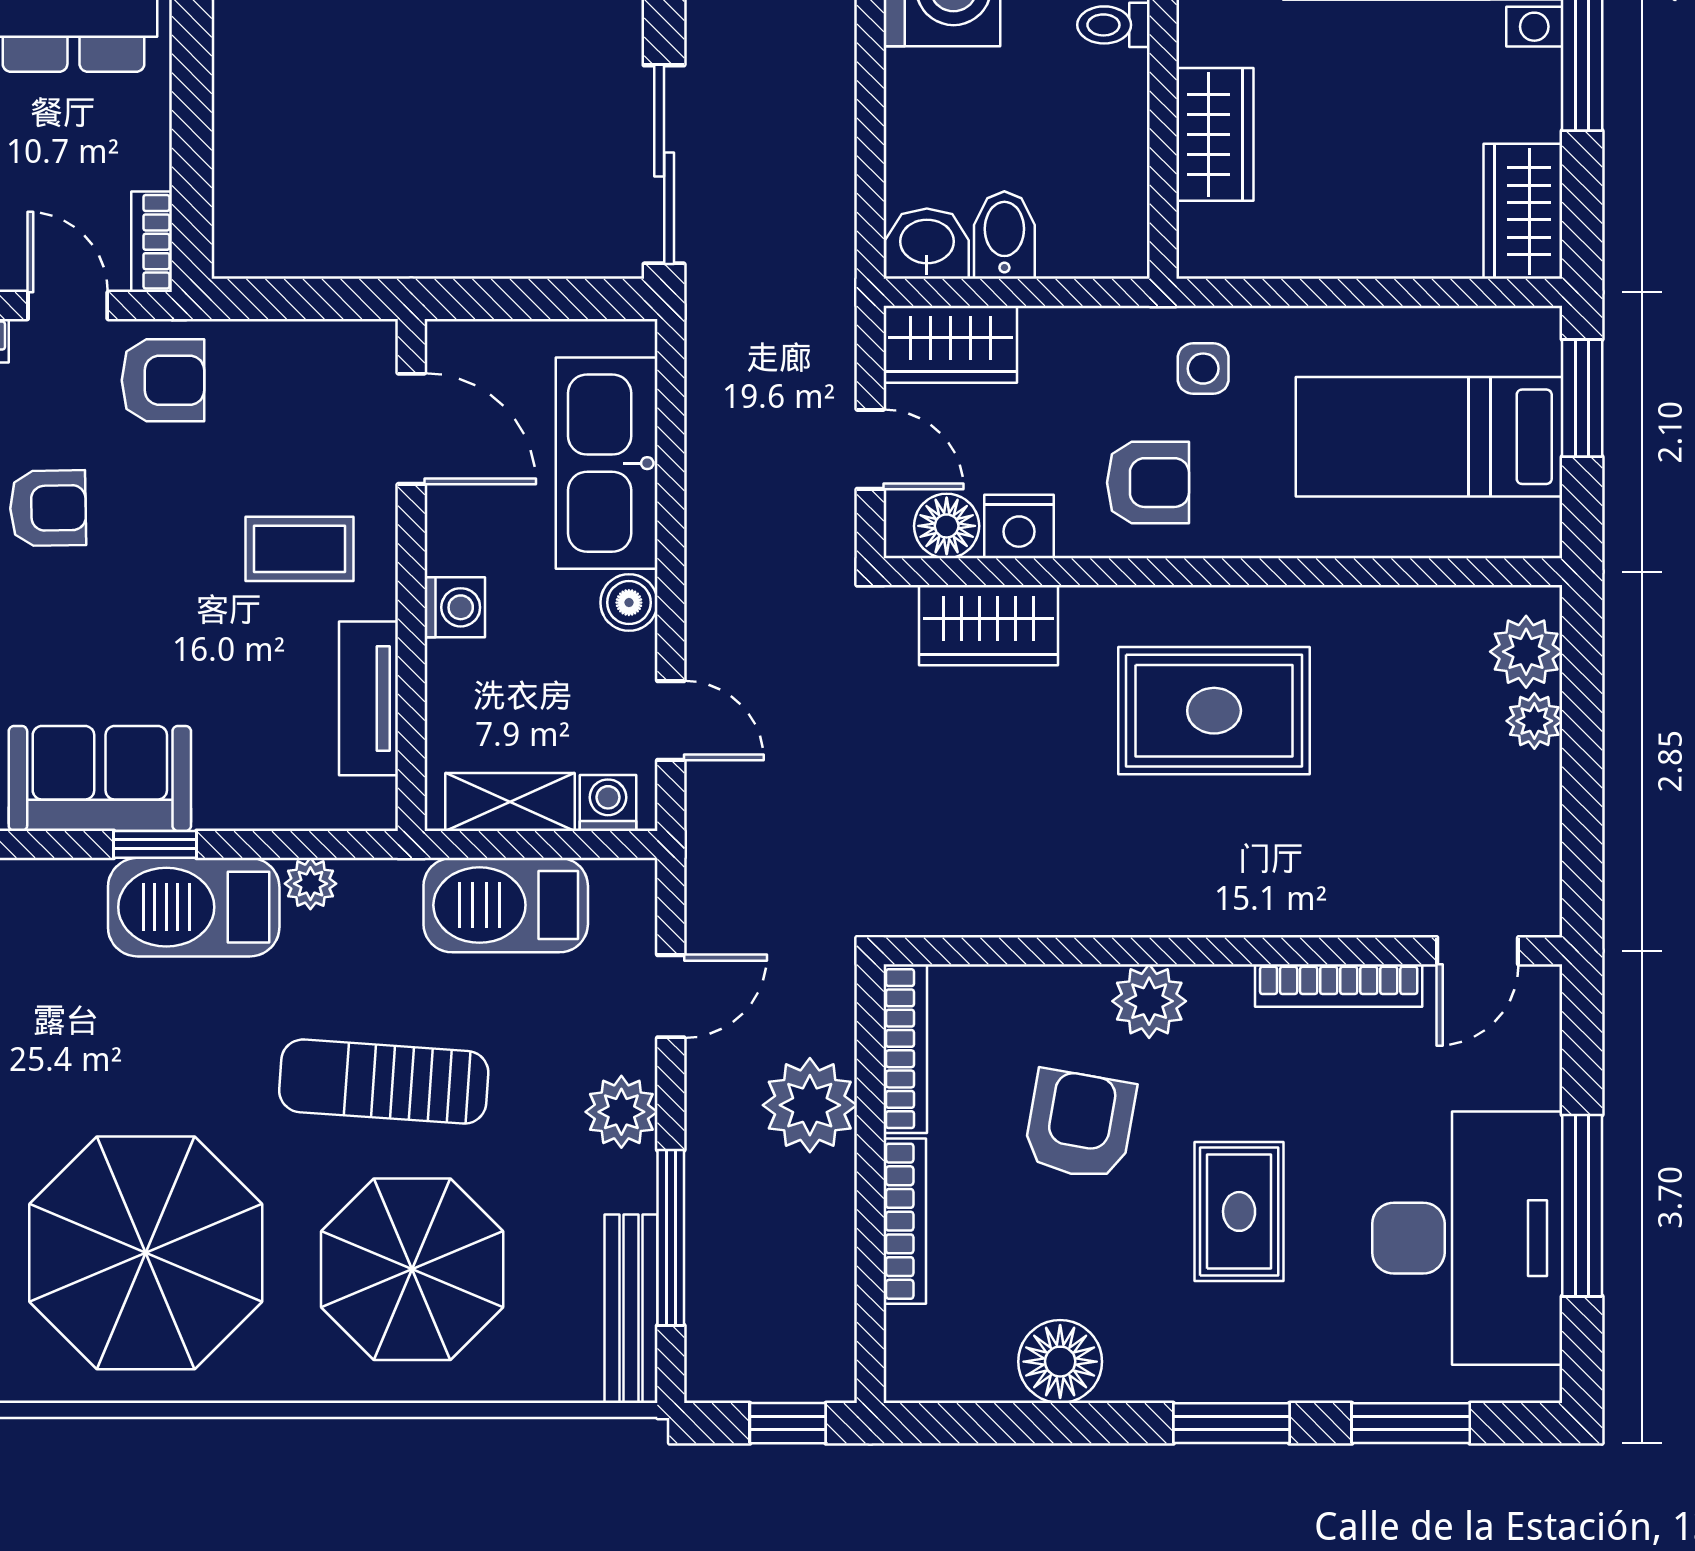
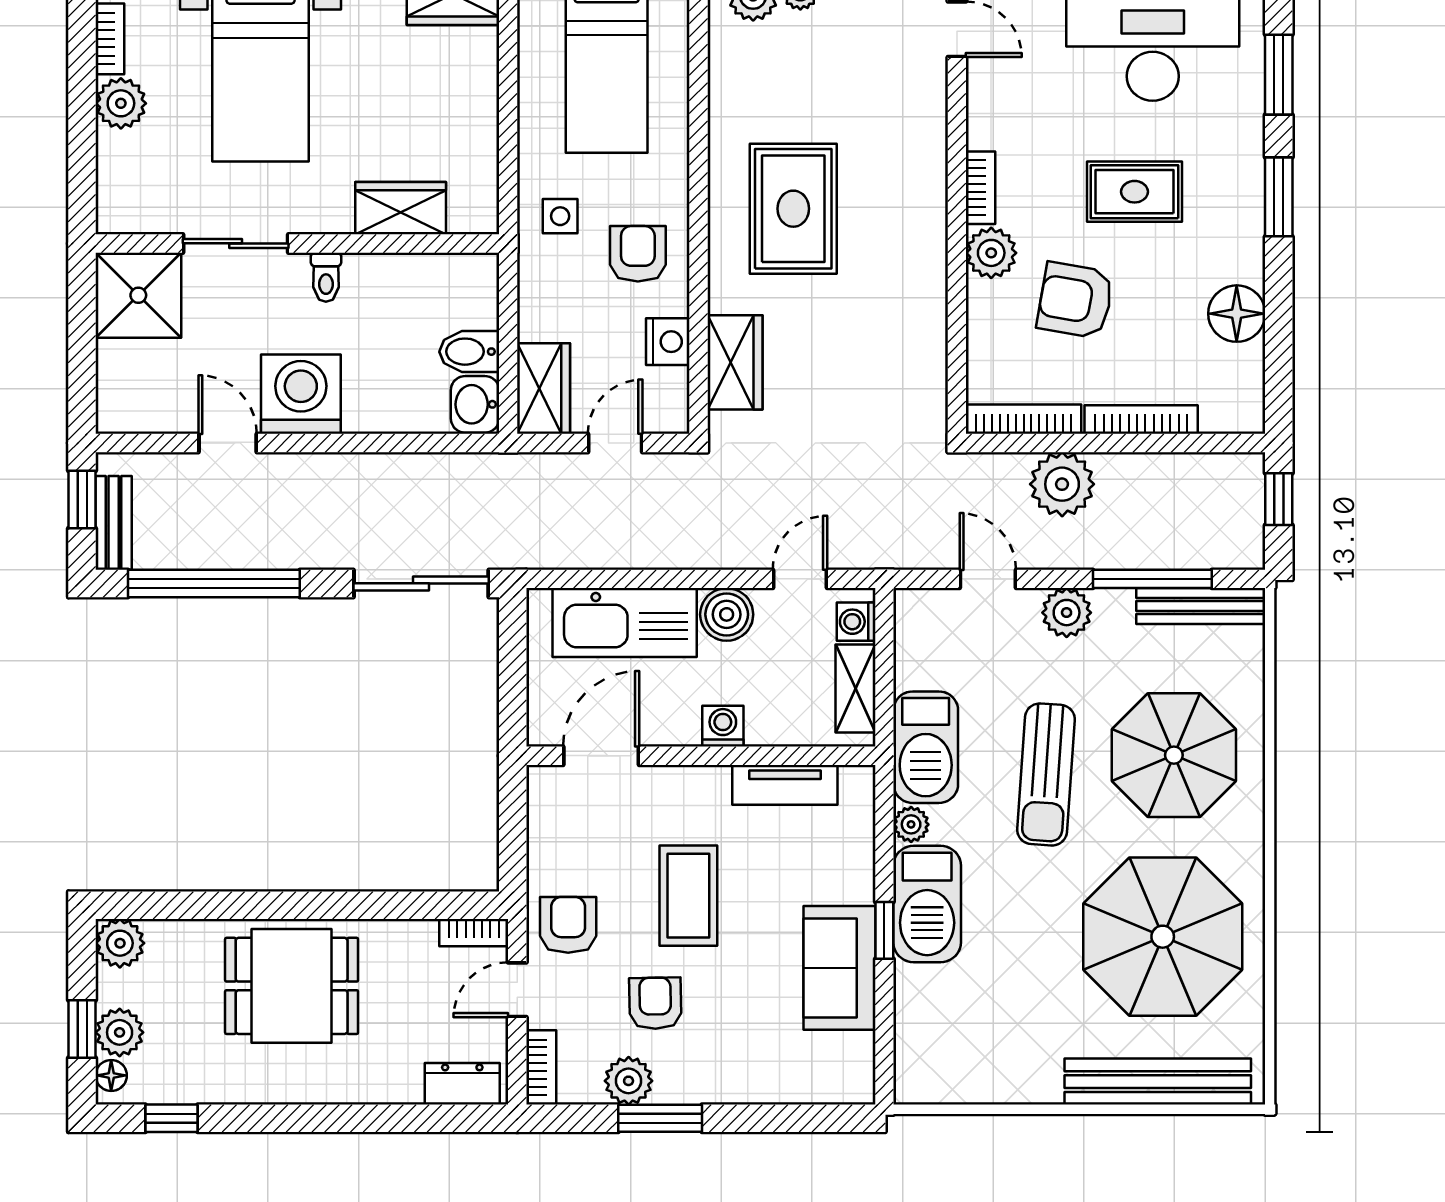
floor lamp: (947, 526) -> (667, 391), removed
coffee table: (300, 549) -> (688, 896), moved, width x1.36, depth x1.30
boiler: (629, 603) -> (727, 614), width x1.36, depth x1.36
barbecue: (506, 905) -> (926, 747), moved
bookcase: (1339, 986) -> (981, 188), moved, width x0.64

